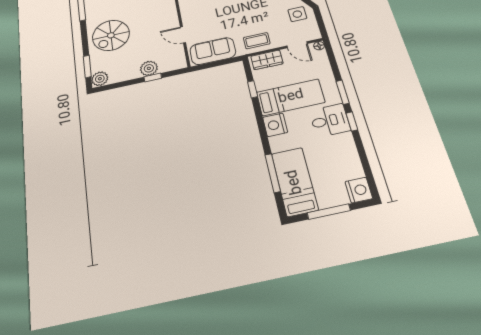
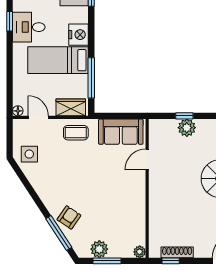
door: (183, 35) -> (147, 159), swing flipped
window: (253, 89) -> (91, 78), width x2.17
window: (343, 92) -> (10, 54), removed

